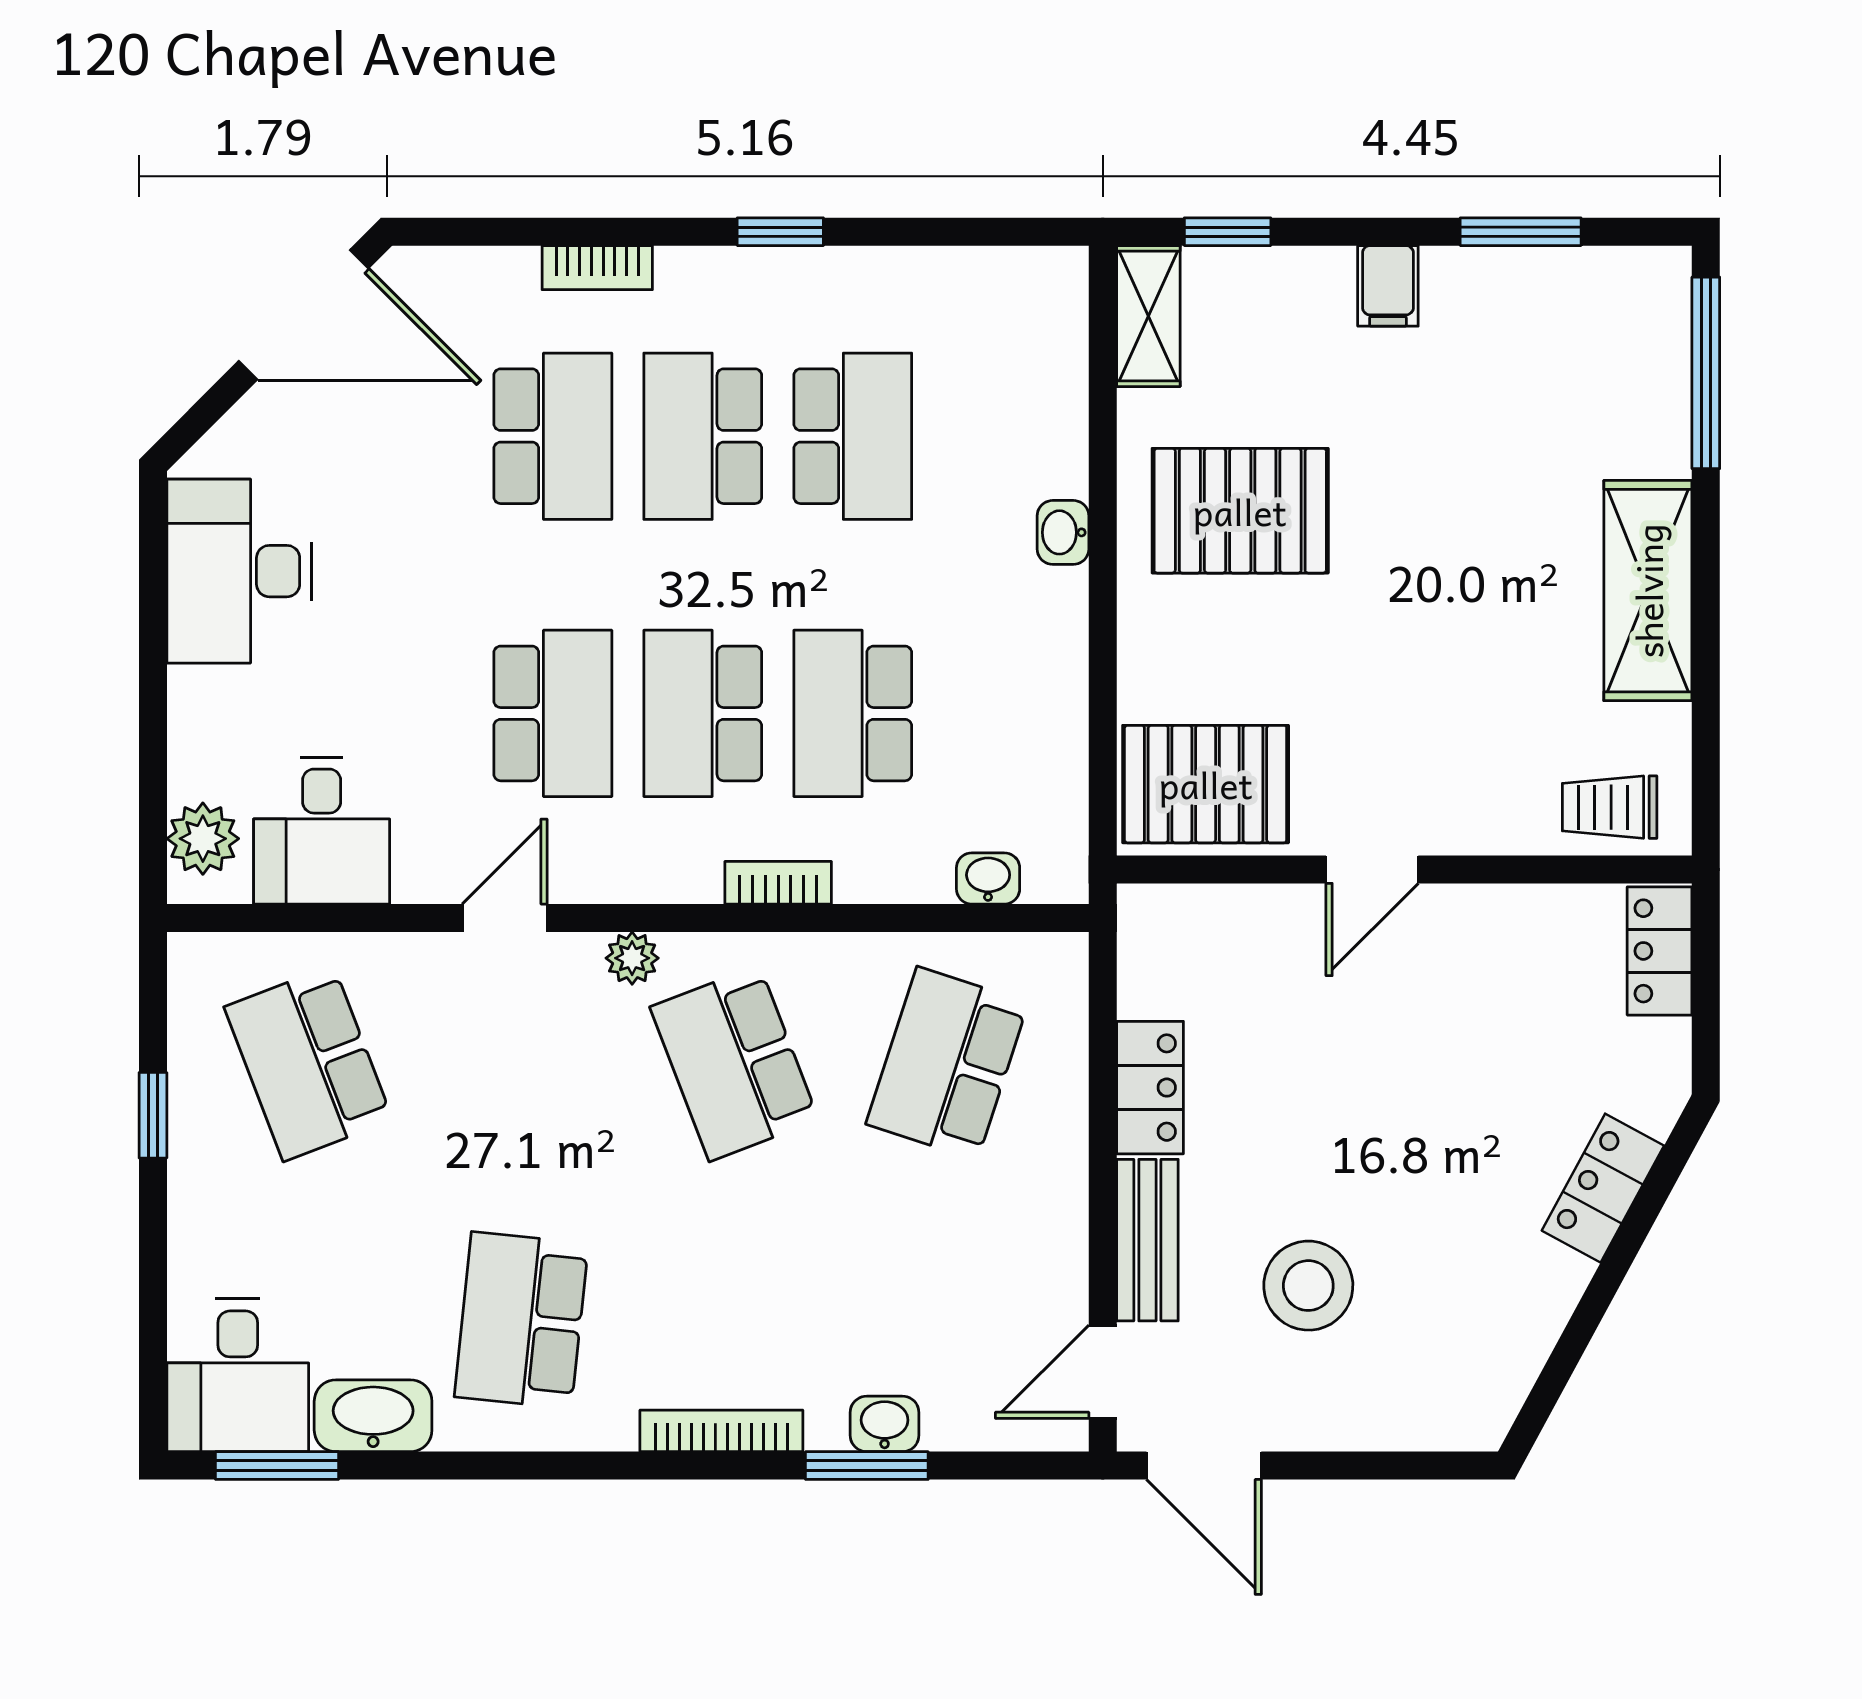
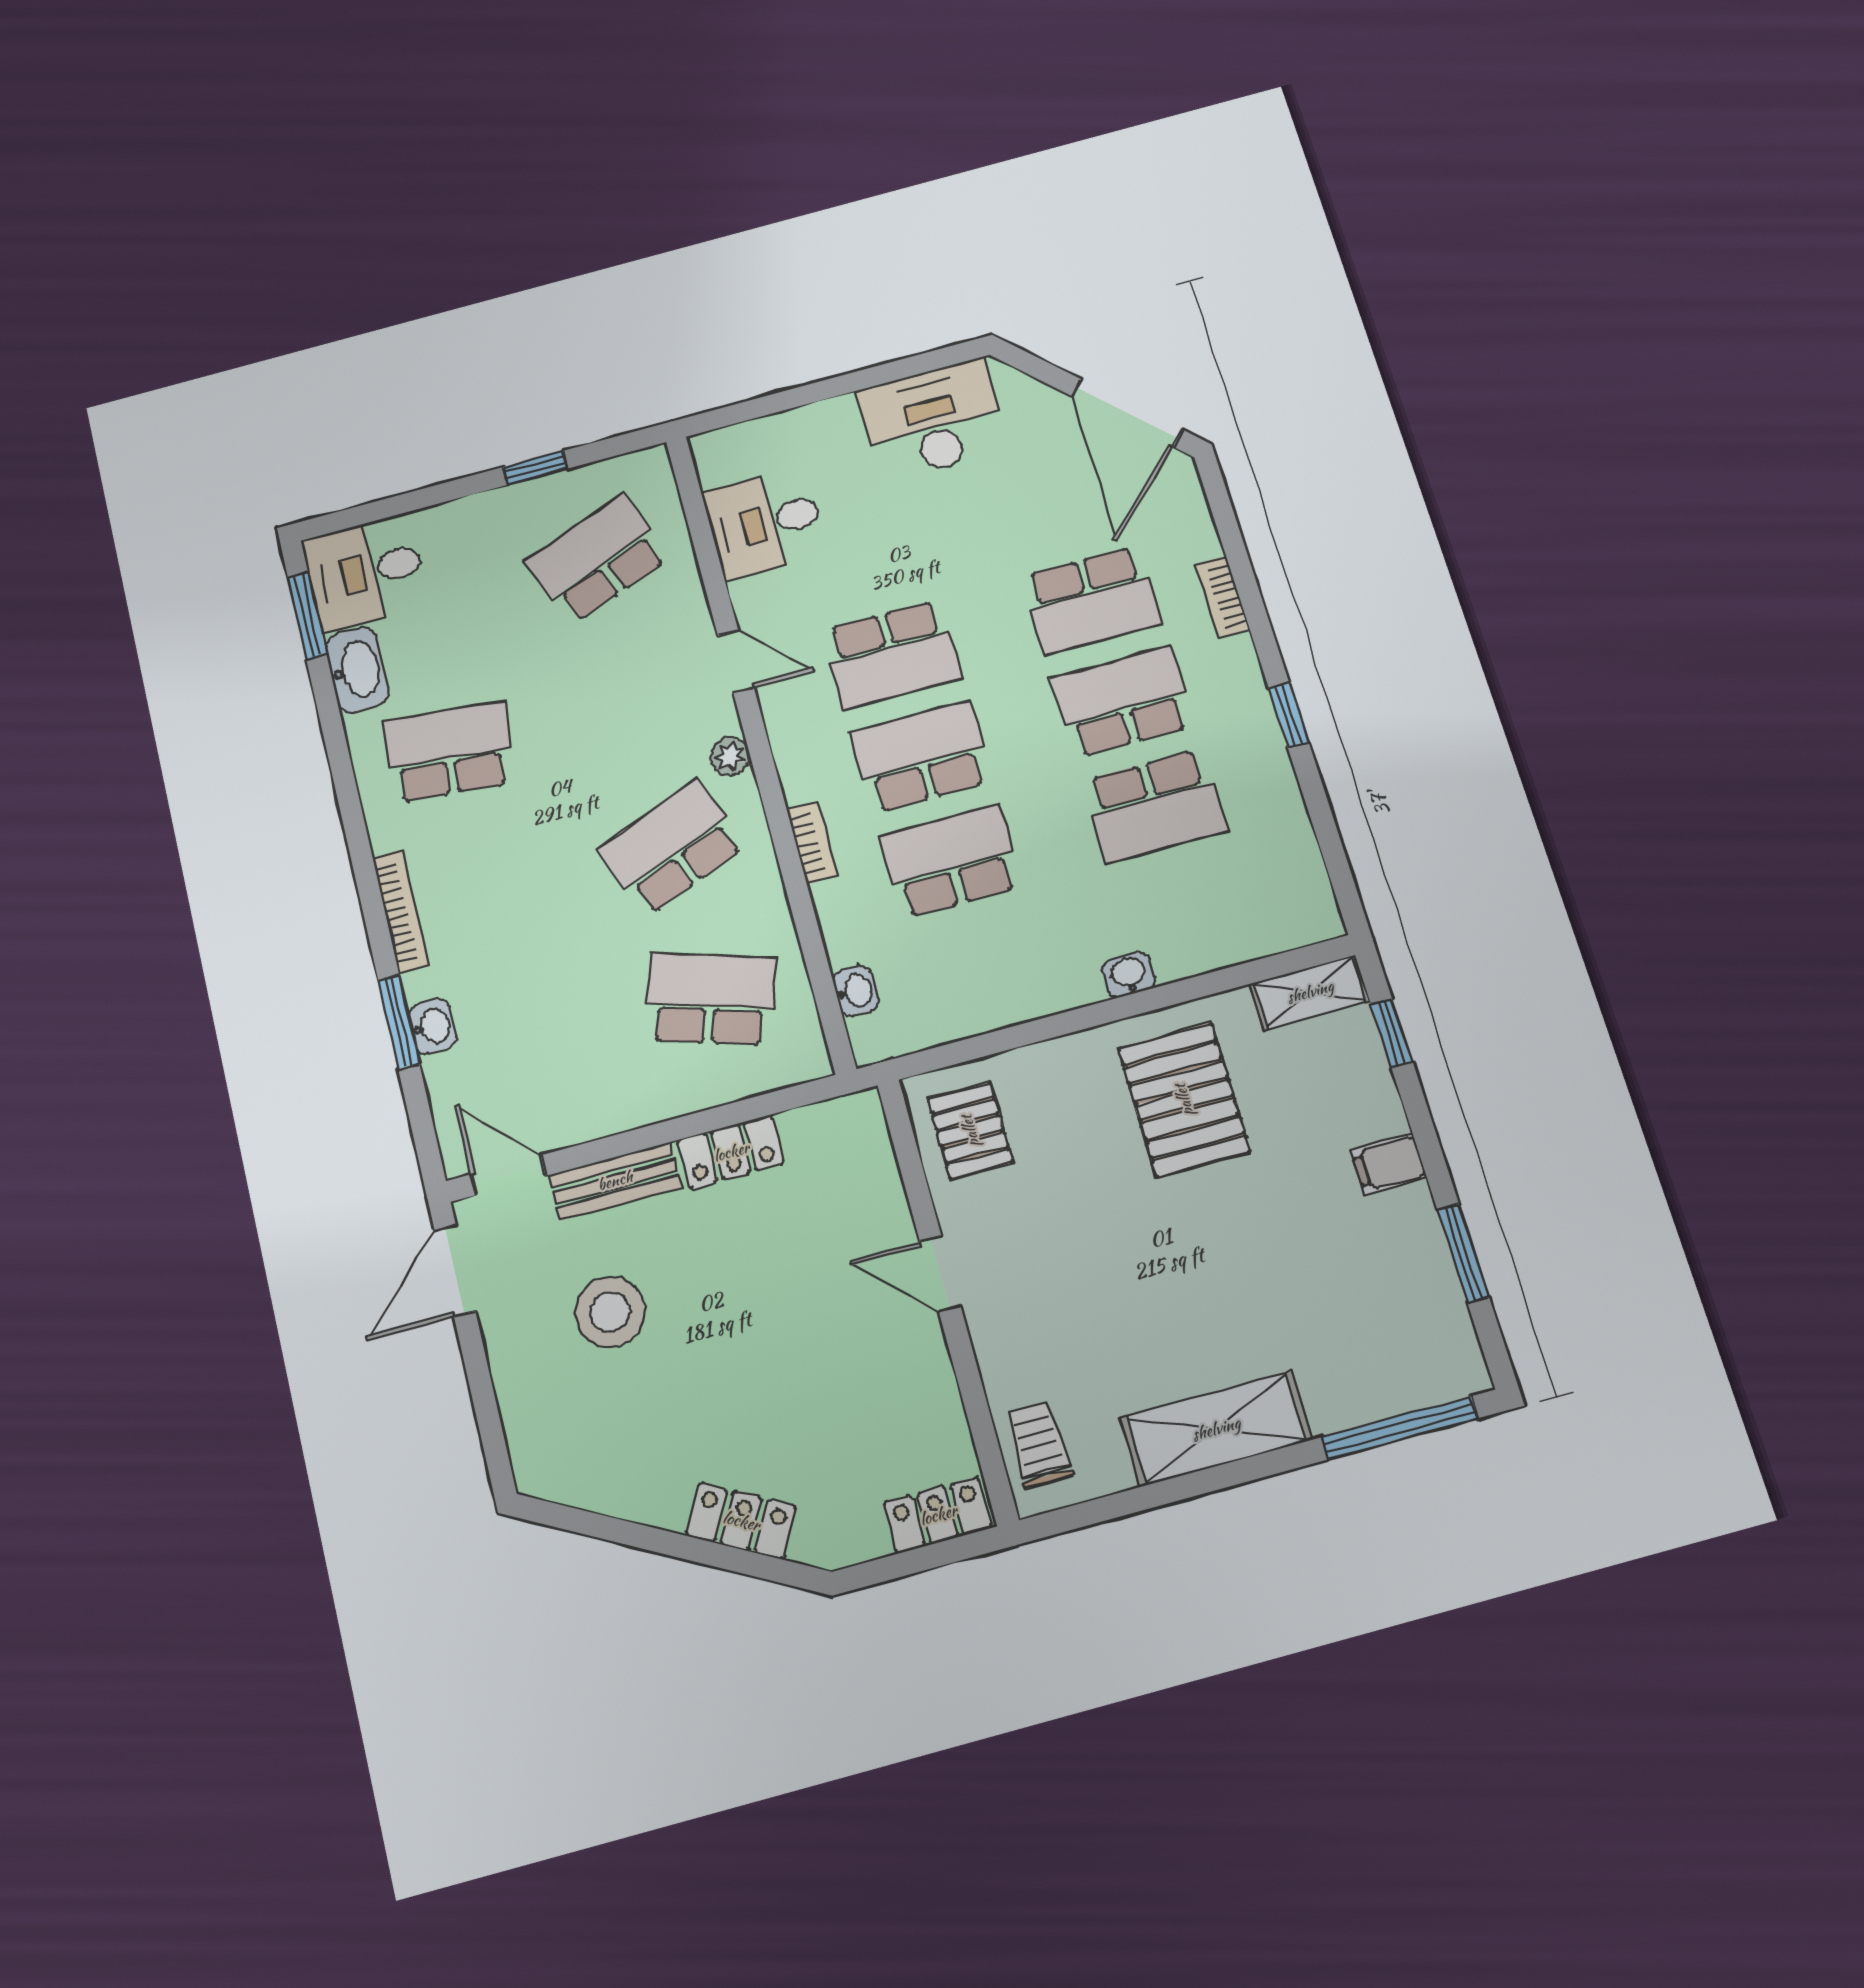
pallet: (1206, 784) -> (970, 1131), width x0.67, depth x0.71
plant: (203, 839) -> (738, 447), removed

